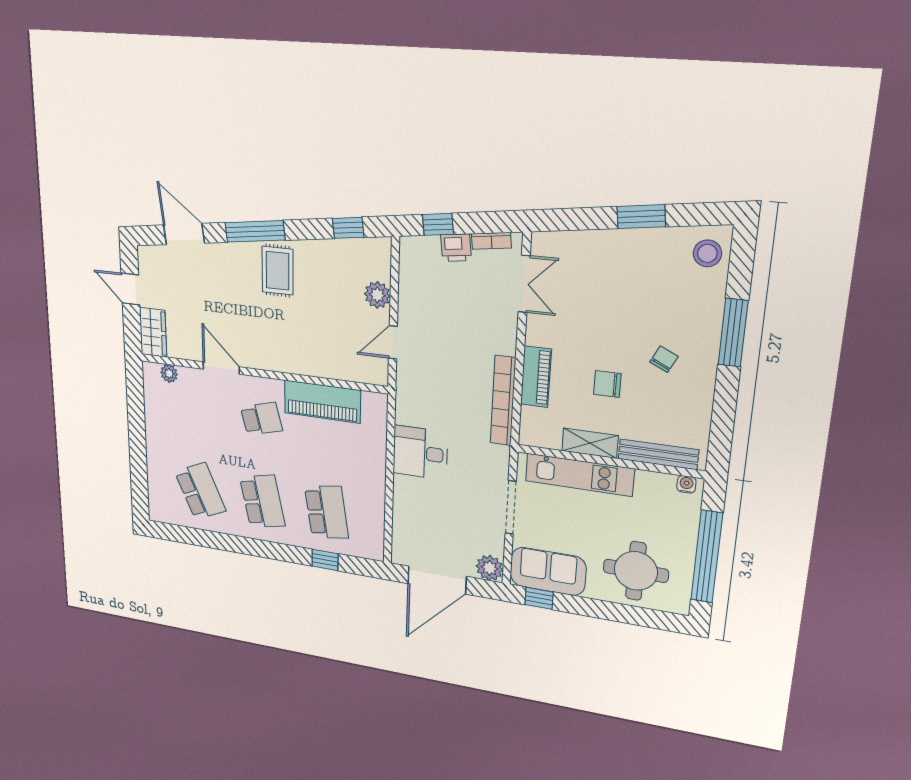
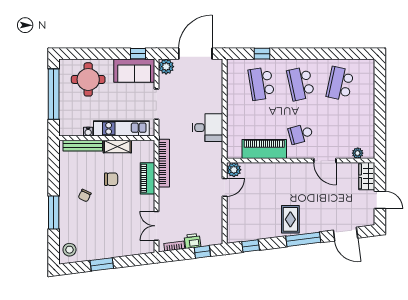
plant: (377, 295) -> (234, 170), moved
water cooler: (686, 484) -> (88, 132), moved
school desk: (200, 491) -> (340, 84), turned 36

